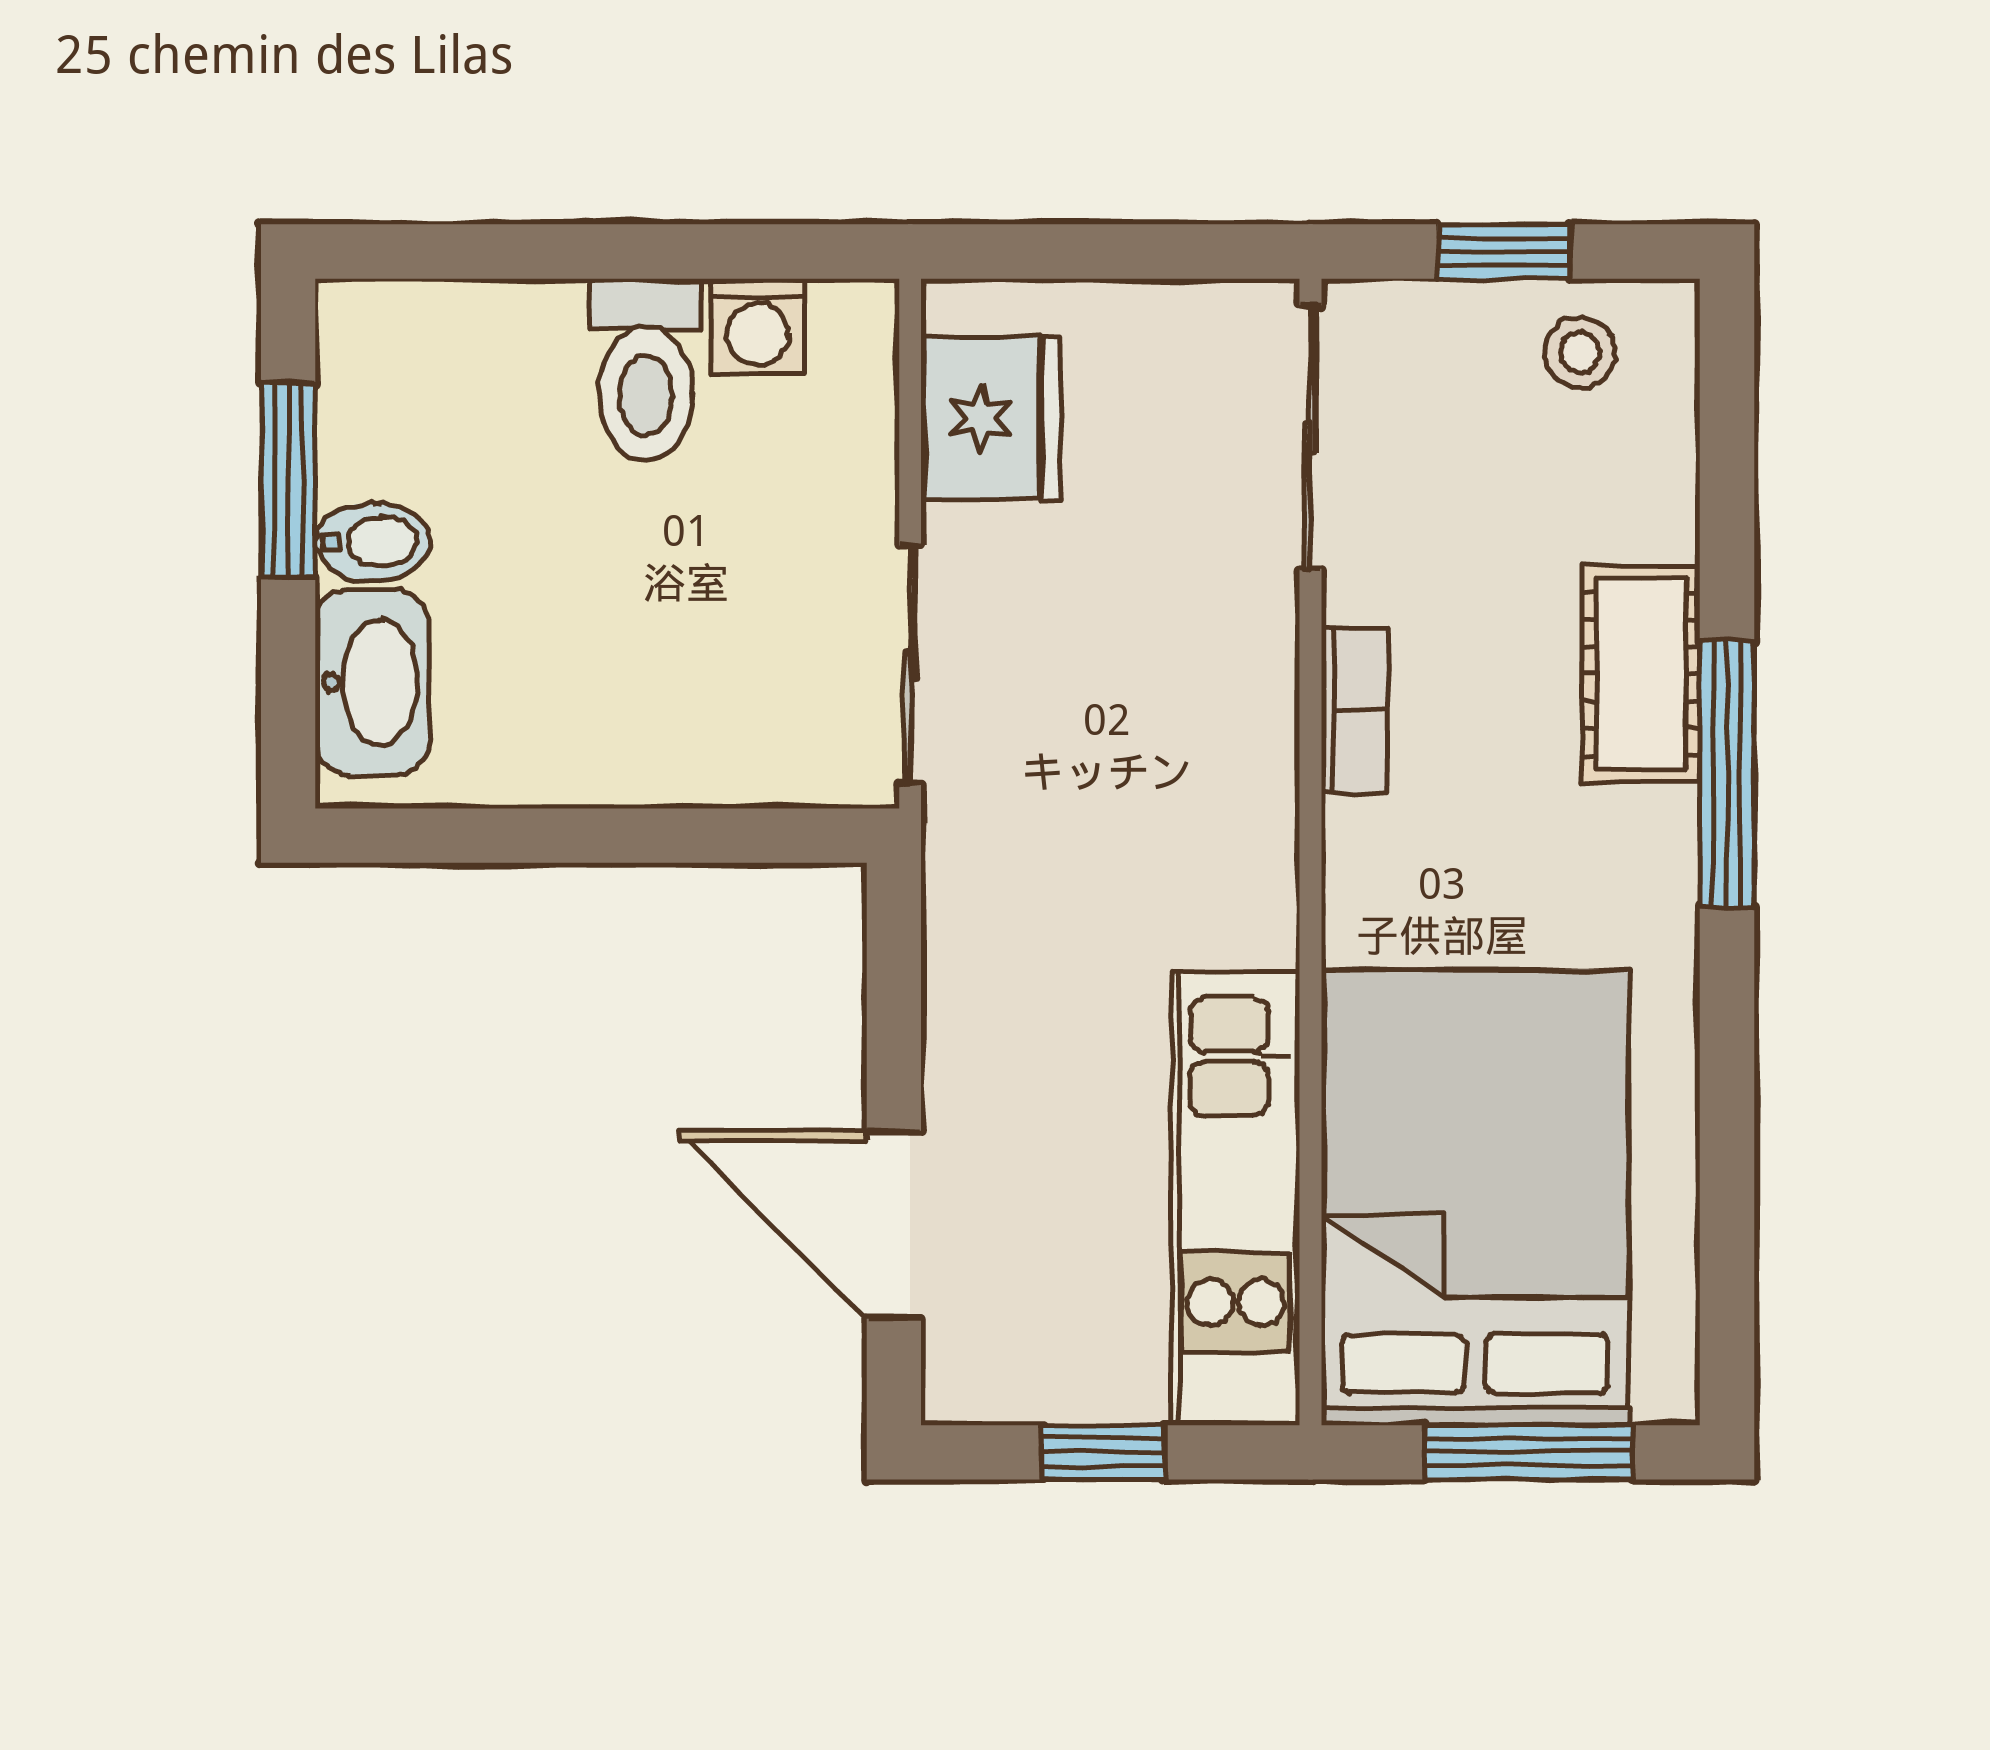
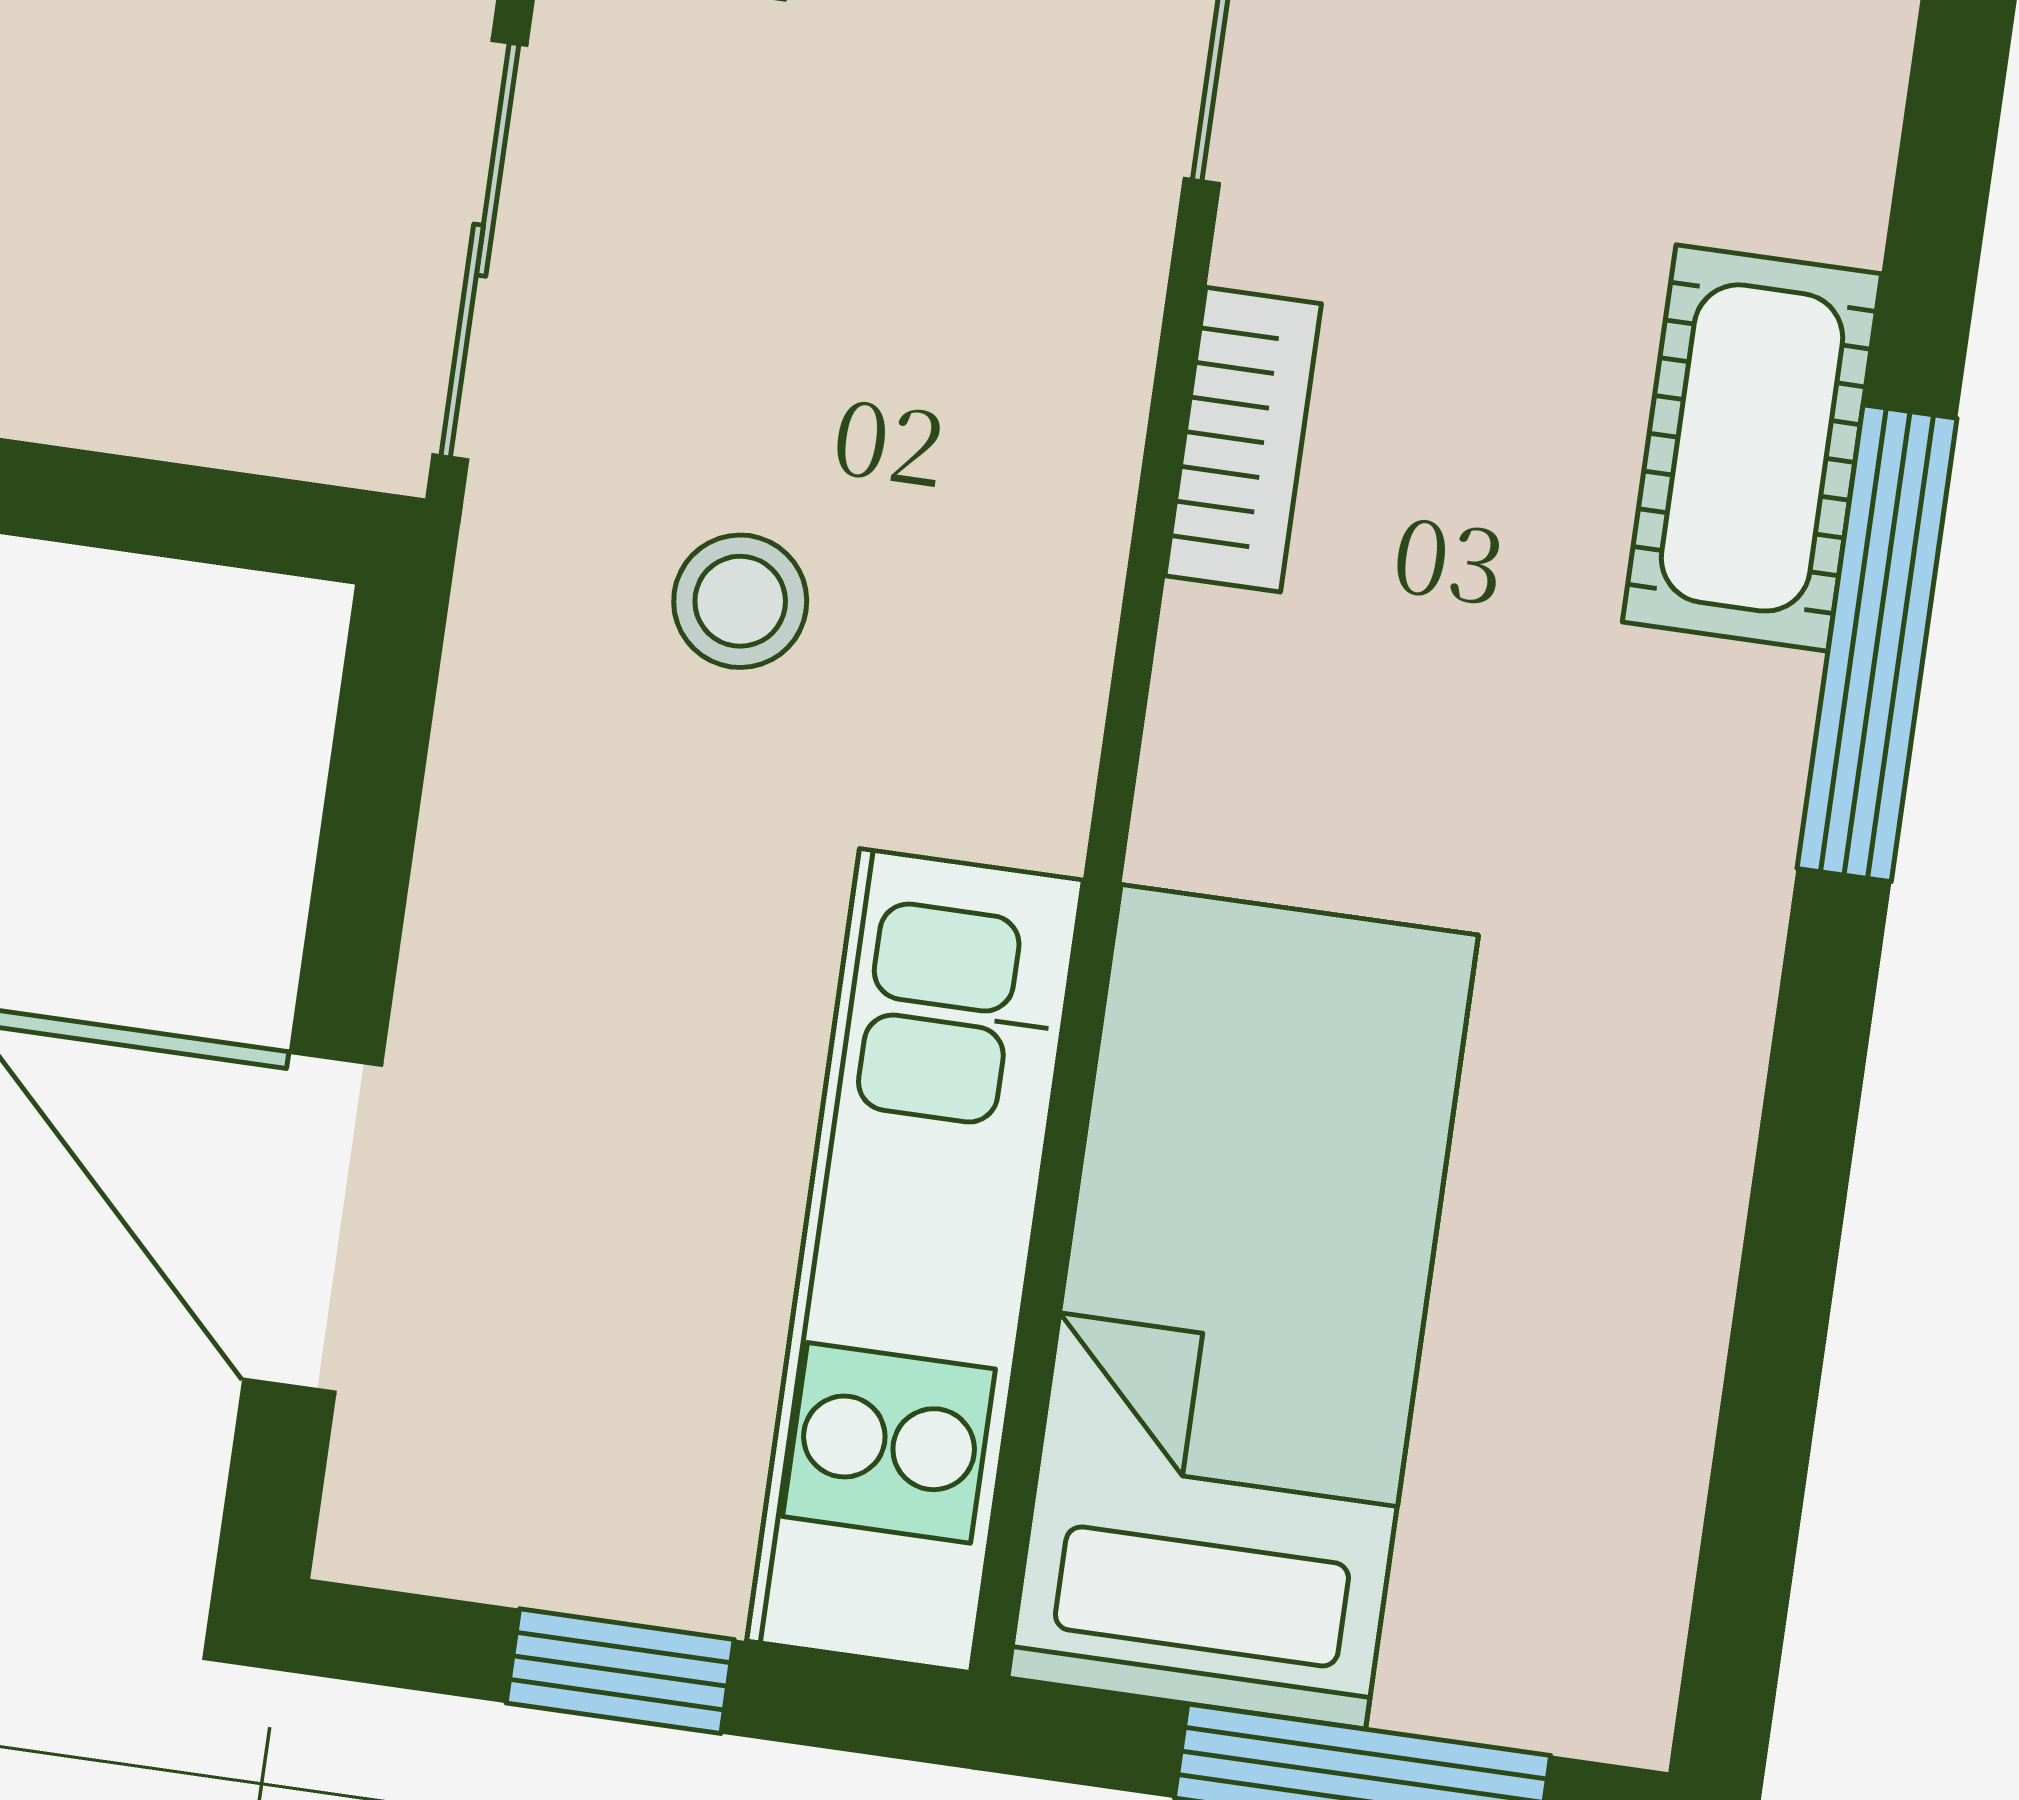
stool: (1085, 841) -> (740, 601), added
bed: (1475, 1198) -> (1243, 1307), width x0.67

